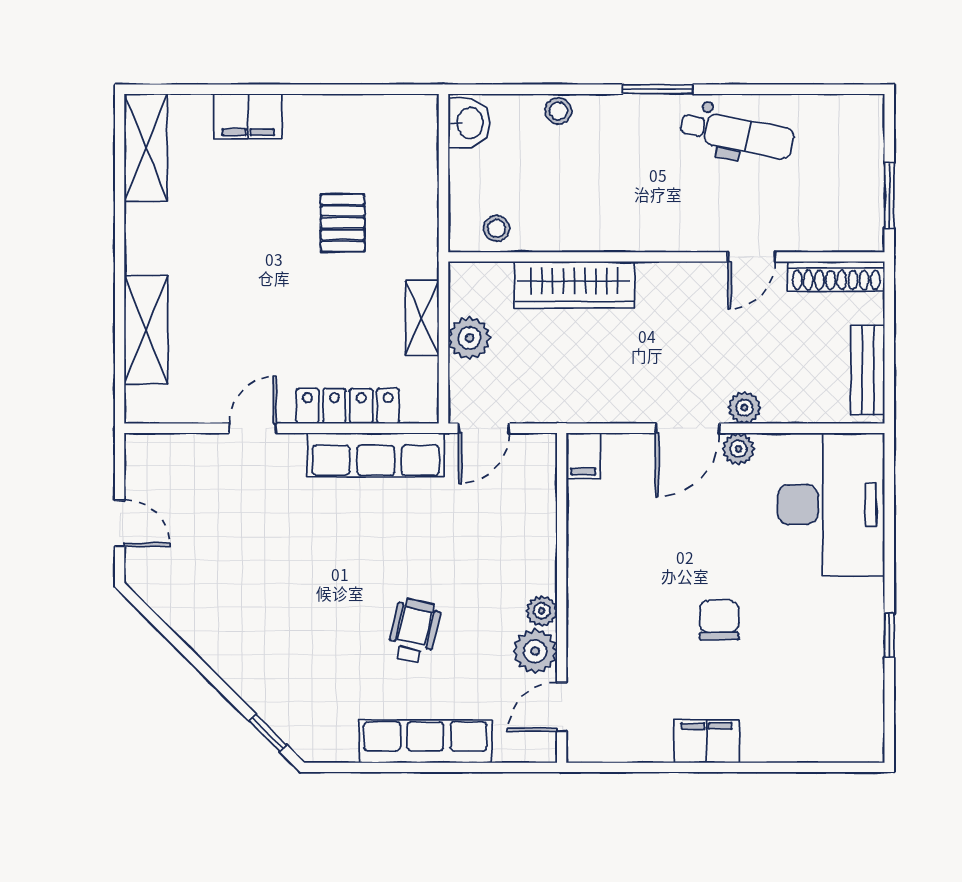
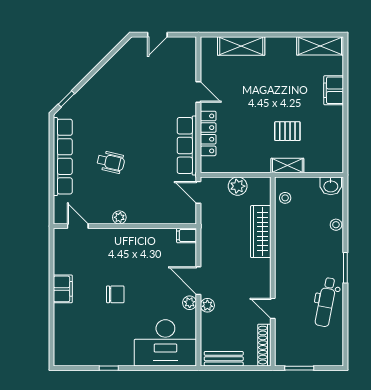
shelving: (422, 318) -> (287, 166), moved
plant: (535, 651) -> (102, 215), removed
row of seats: (425, 741) -> (63, 157), width x1.36

